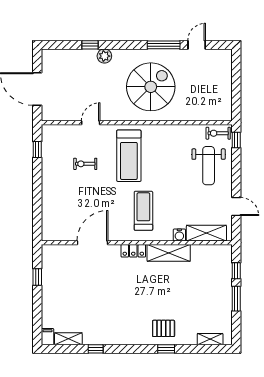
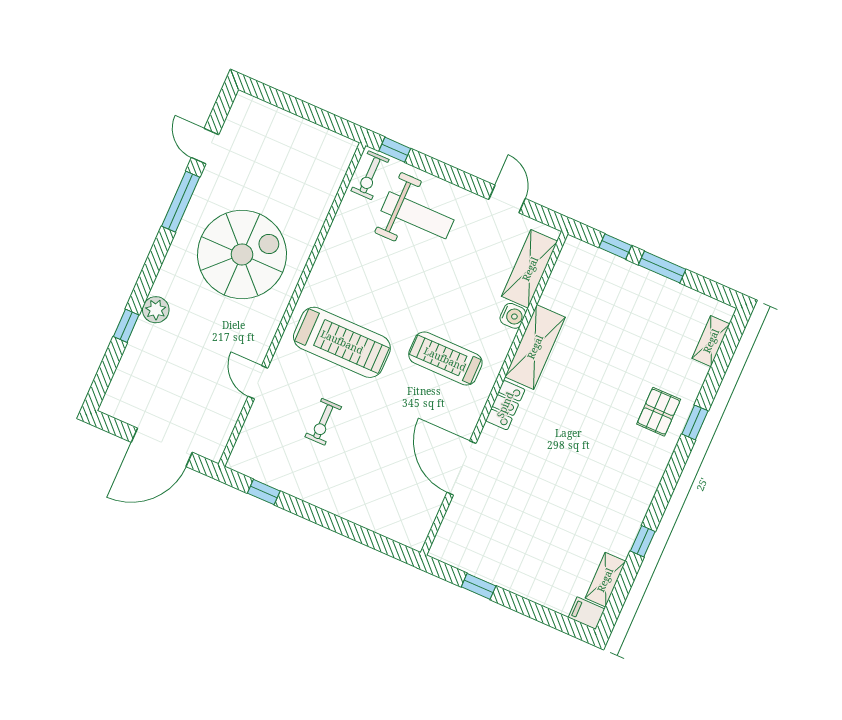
spiral stairs: (151, 87) -> (242, 254), turned 90
door: (236, 207) -> (507, 199), hinge flipped

